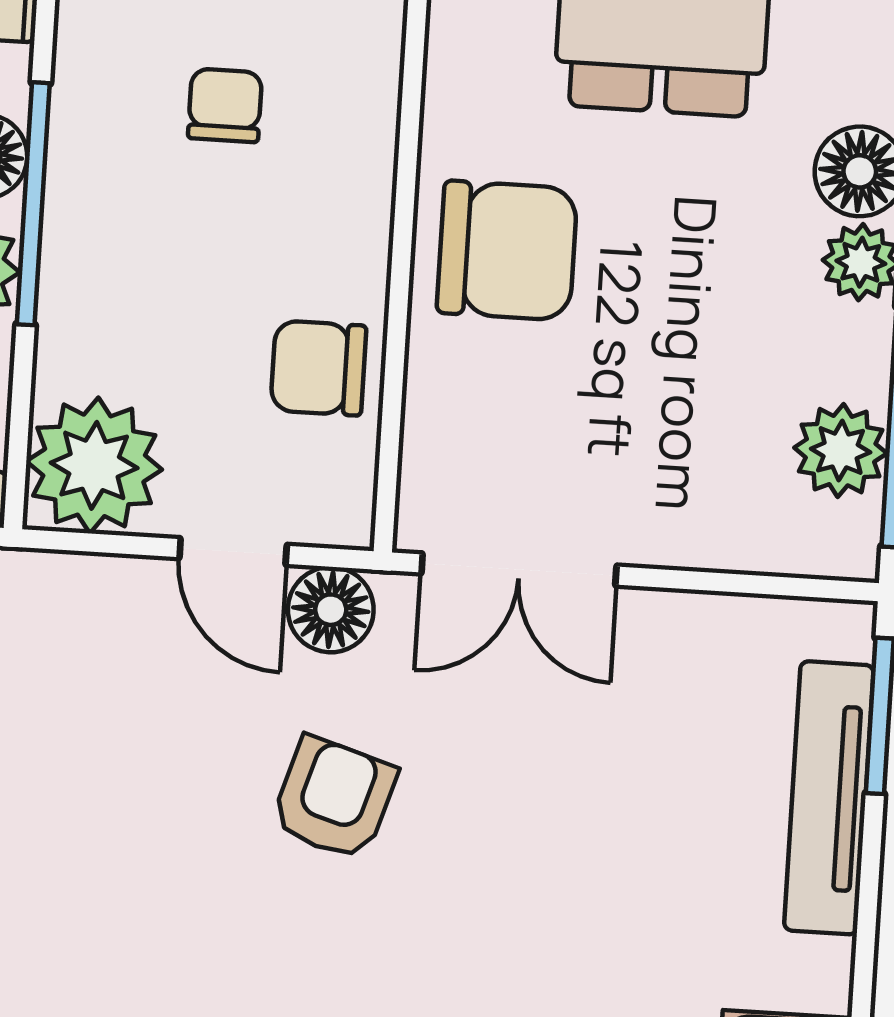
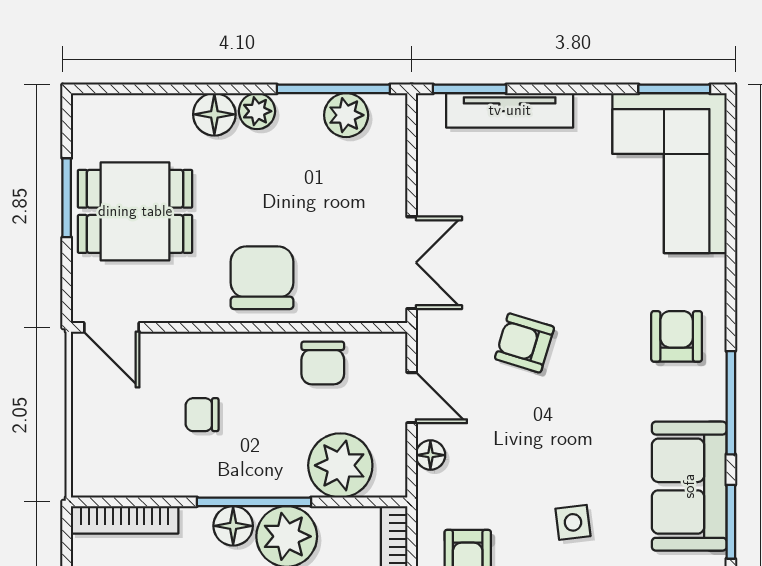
plant: (94, 465) -> (340, 465), moved
door: (233, 552) -> (412, 398), hinge flipped
floor lamp: (331, 610) -> (430, 455), moved, width x0.73, depth x0.73

